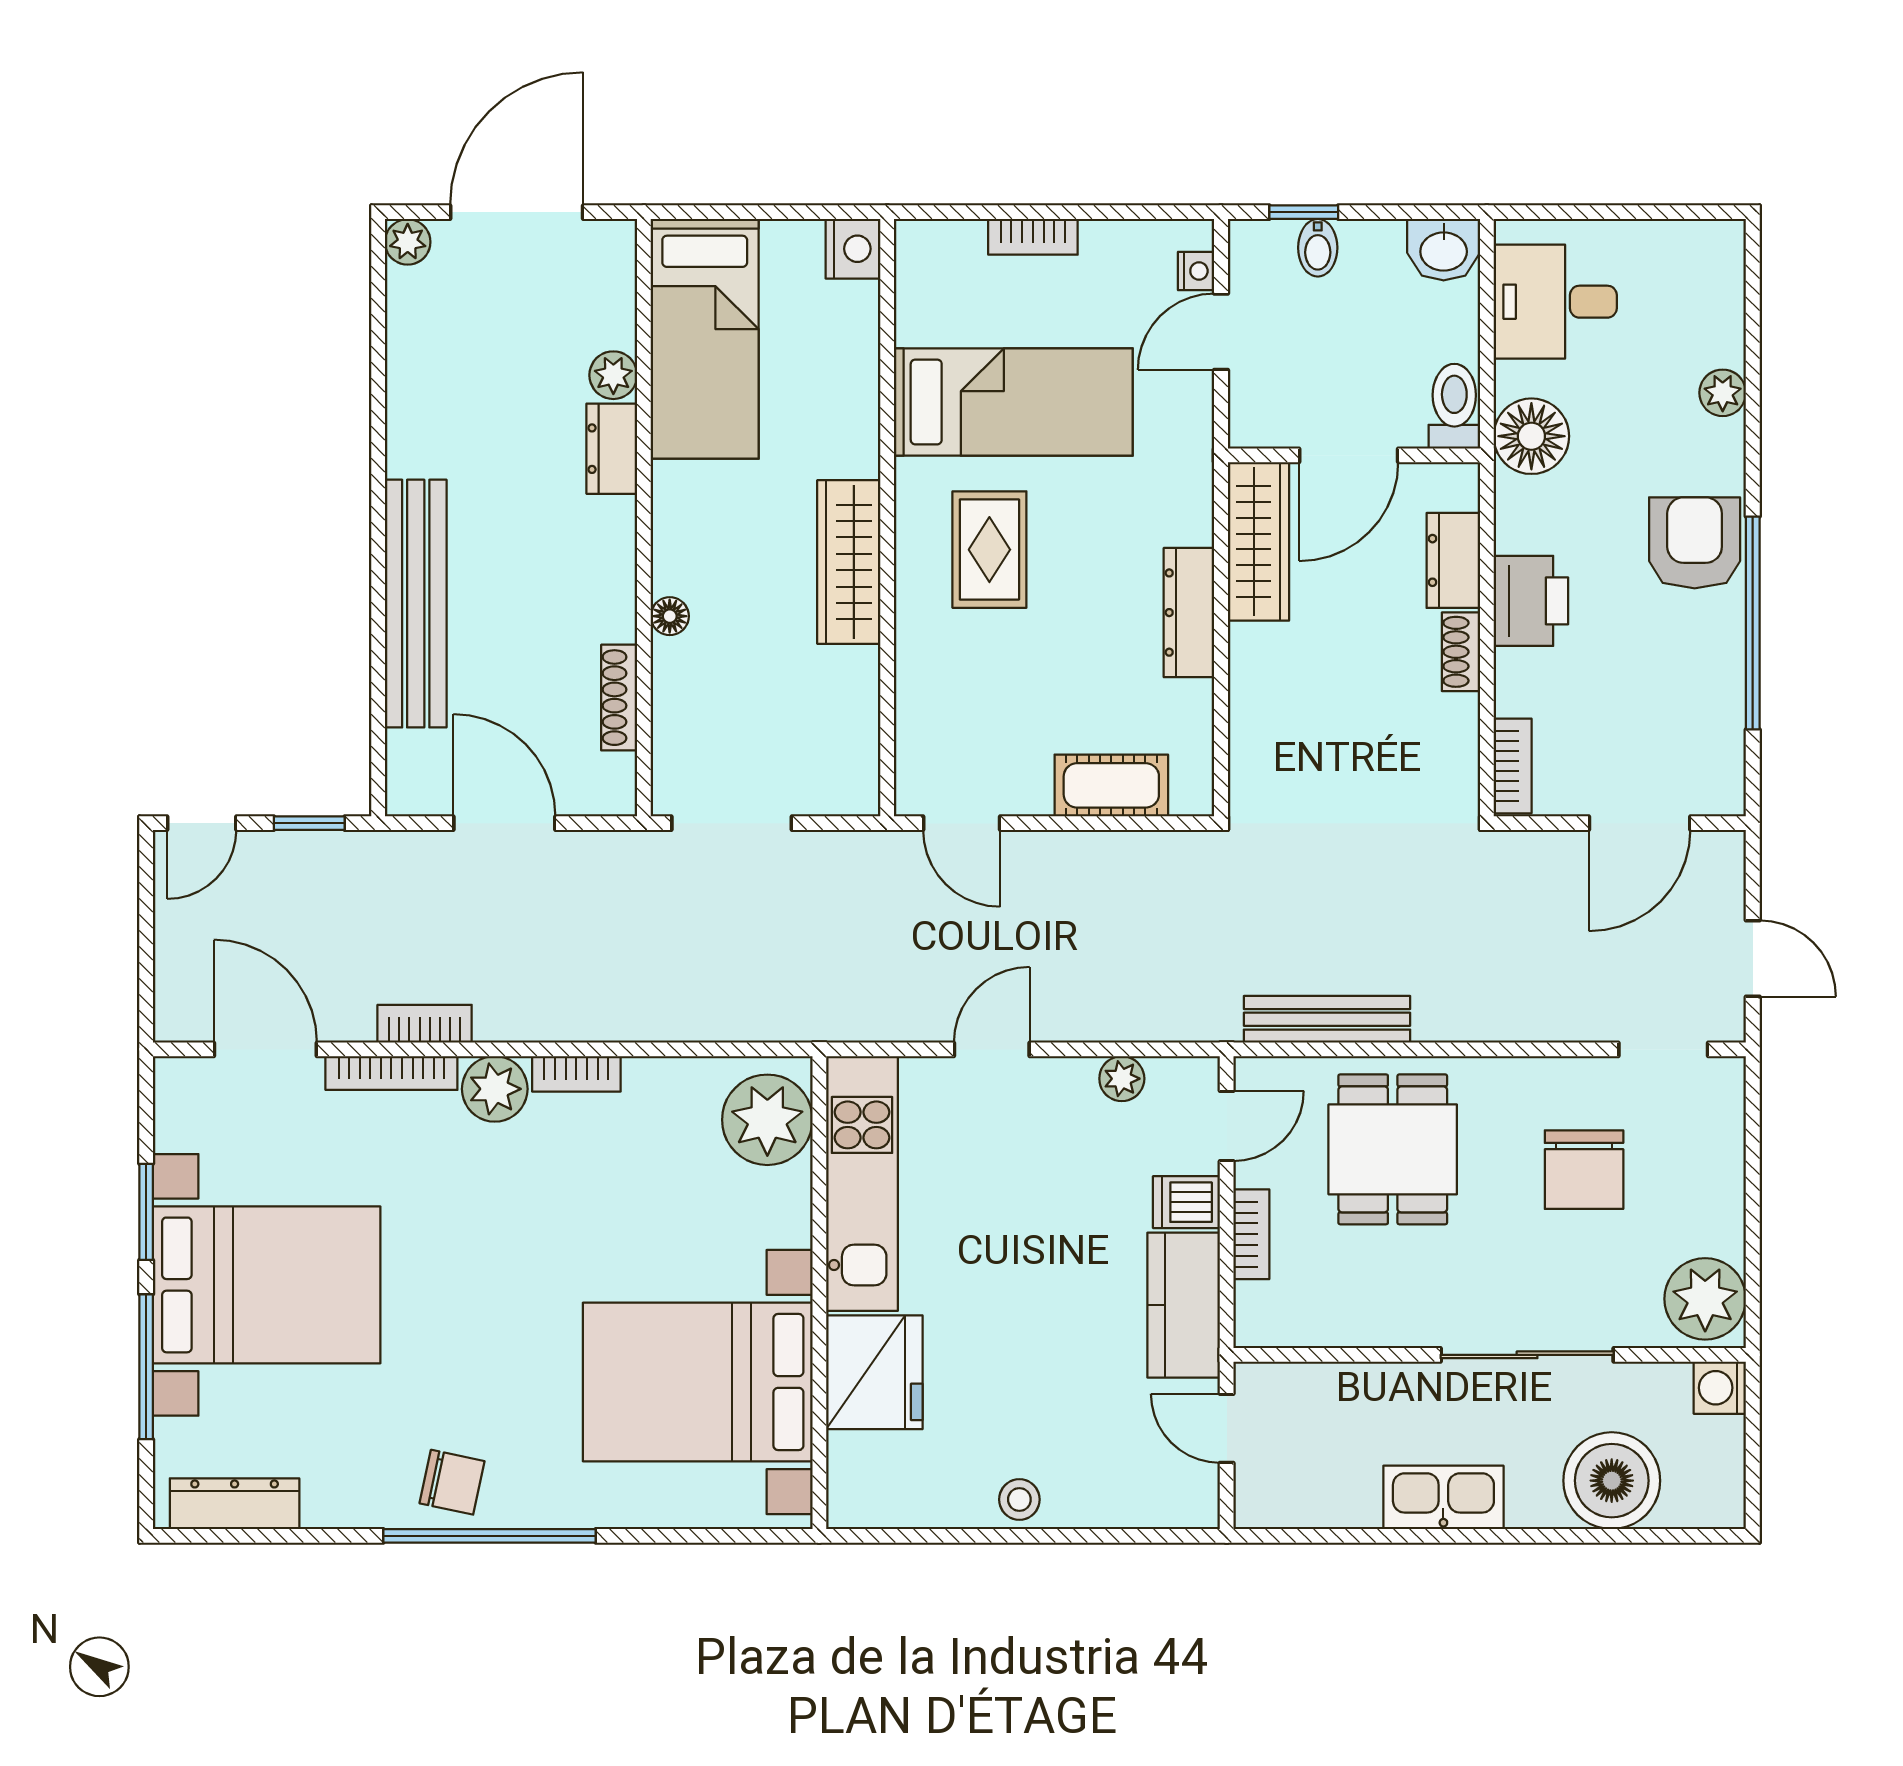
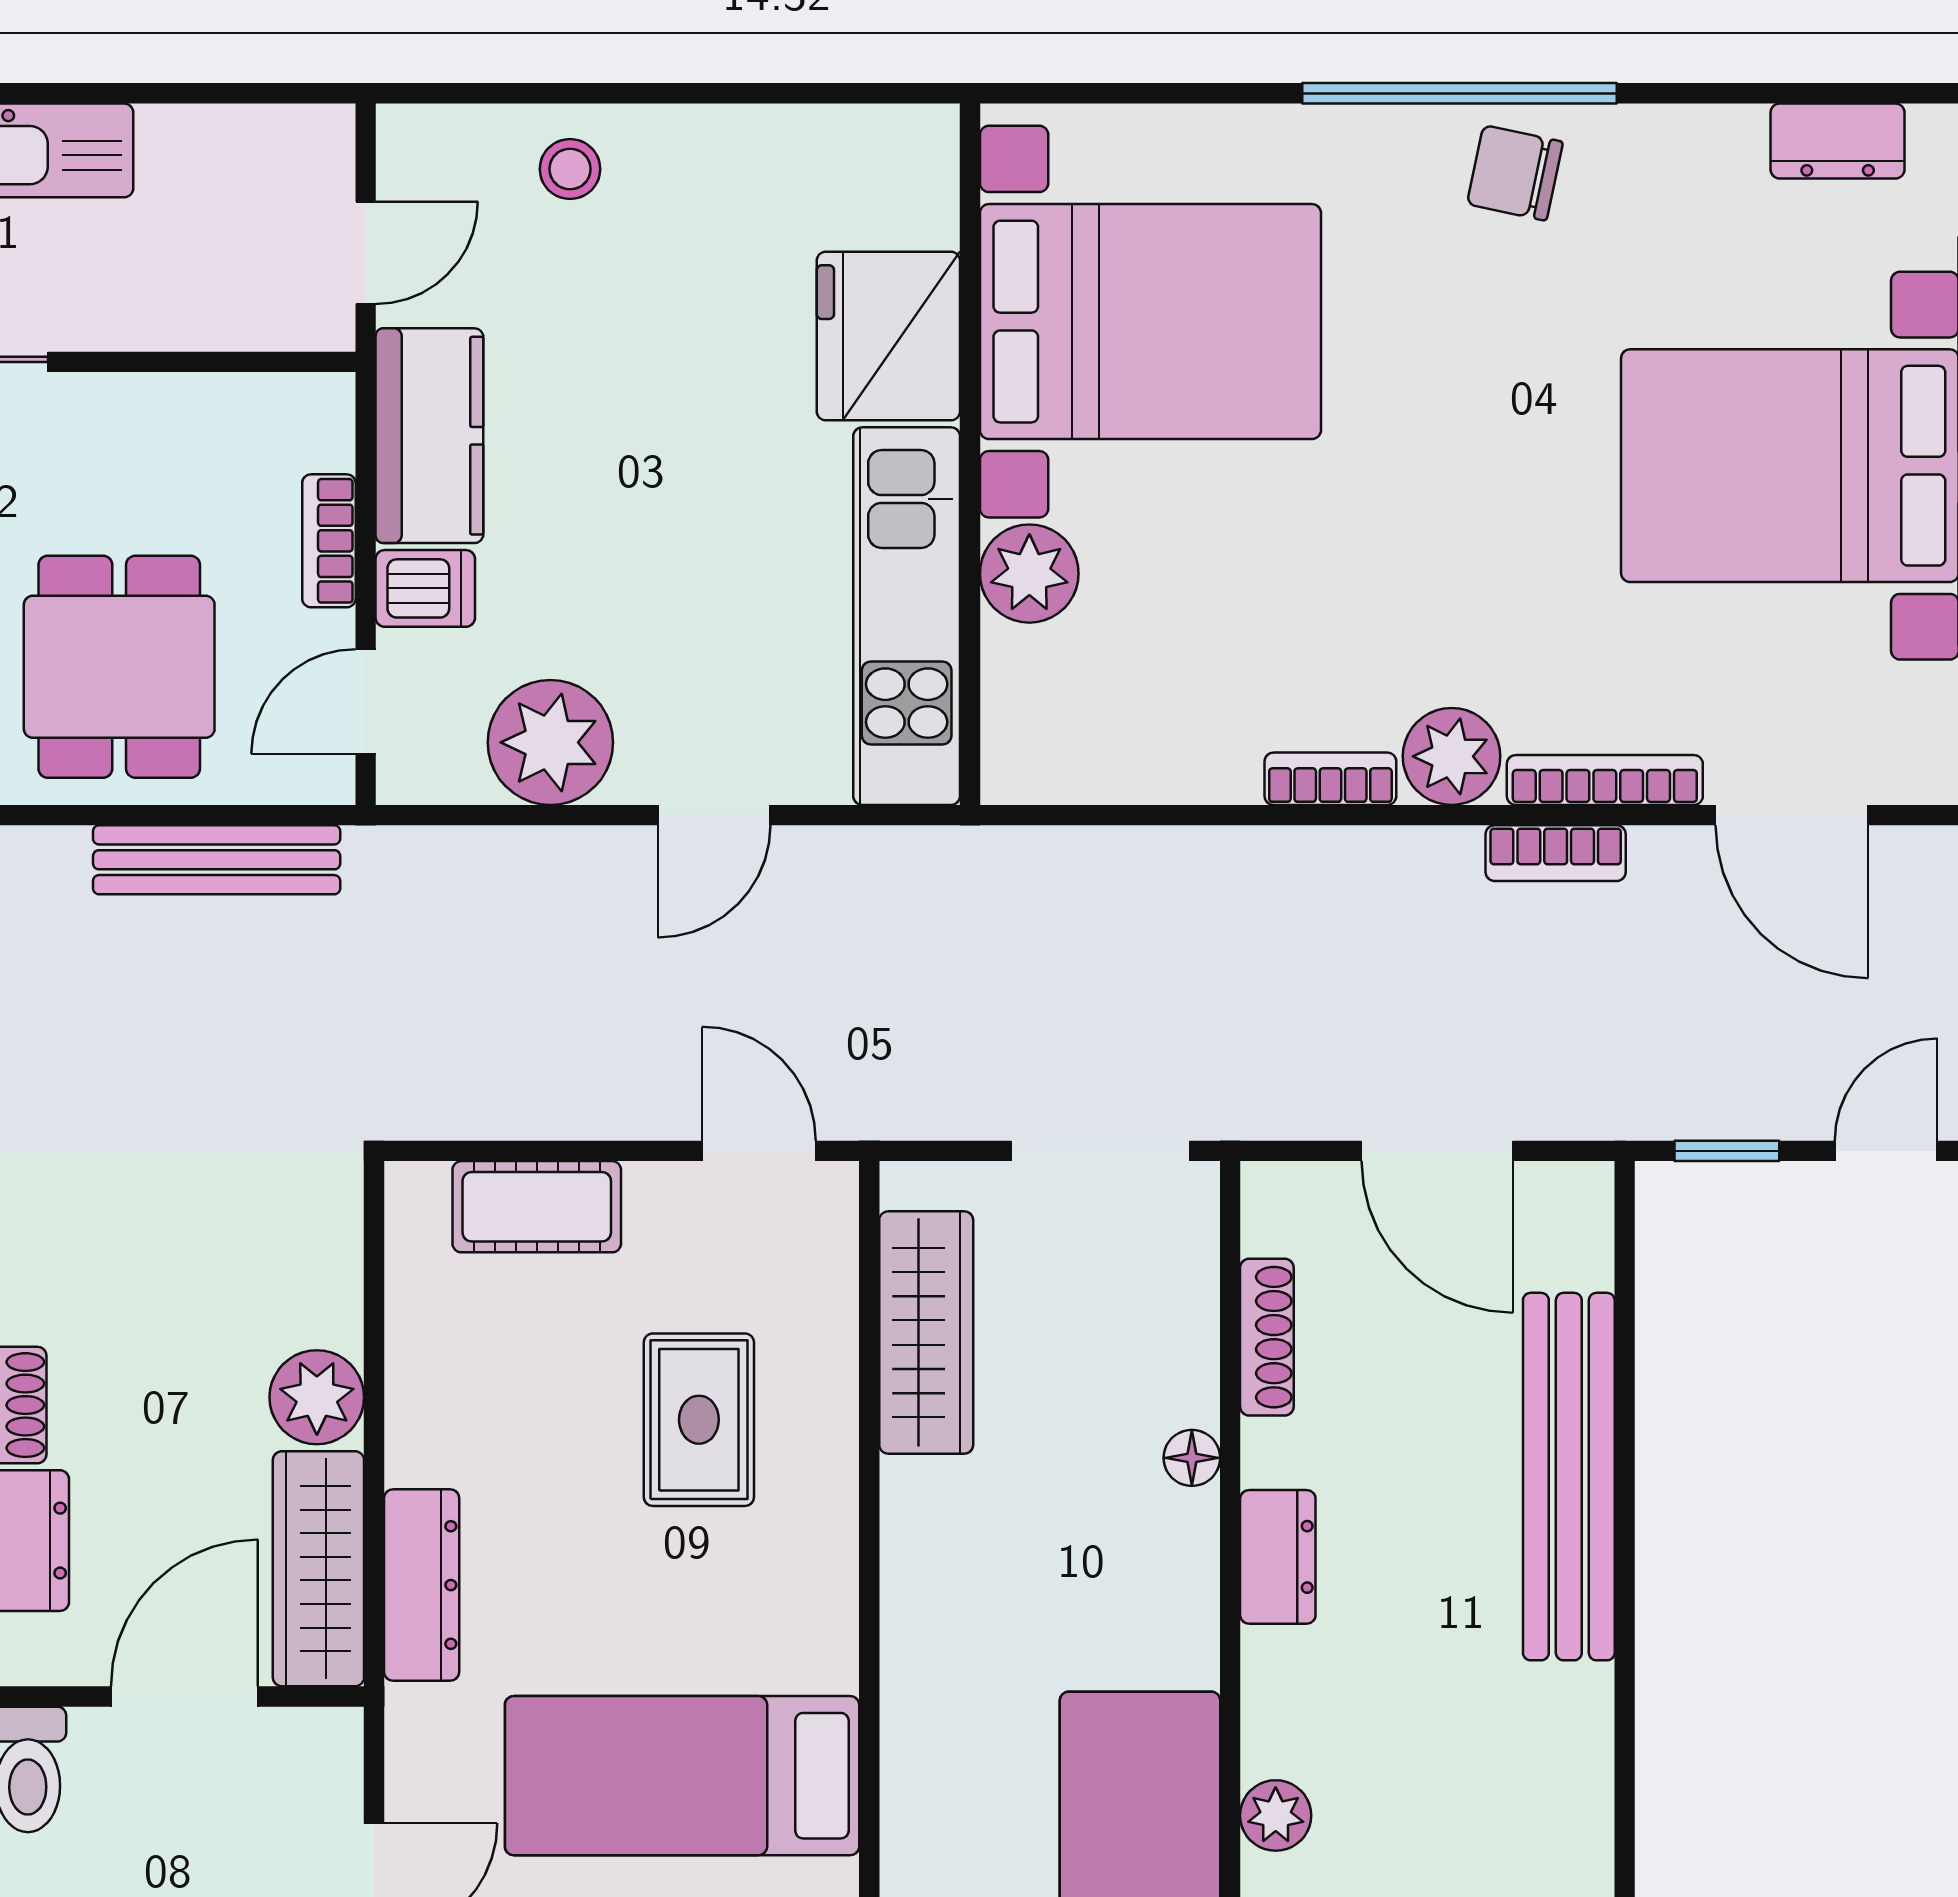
dresser: (612, 449) -> (1278, 1557), moved
rug: (989, 550) -> (699, 1420), moved
wardrobe: (849, 562) -> (926, 1332), moved
dresser: (1189, 613) -> (422, 1585), moved
plant: (1260, 657) -> (317, 1397), added
plant: (1122, 1079) -> (550, 742), width x1.88, depth x1.88
plant: (767, 1120) -> (1029, 574), moved, width x0.73, depth x0.73
door: (1227, 1428) -> (366, 253), hinge flipped
stool: (1019, 1499) -> (570, 169), moved
dresser: (235, 1504) -> (1838, 141), width x0.70

